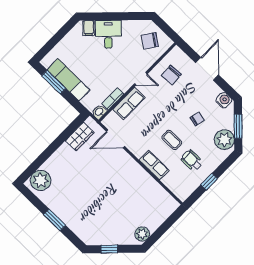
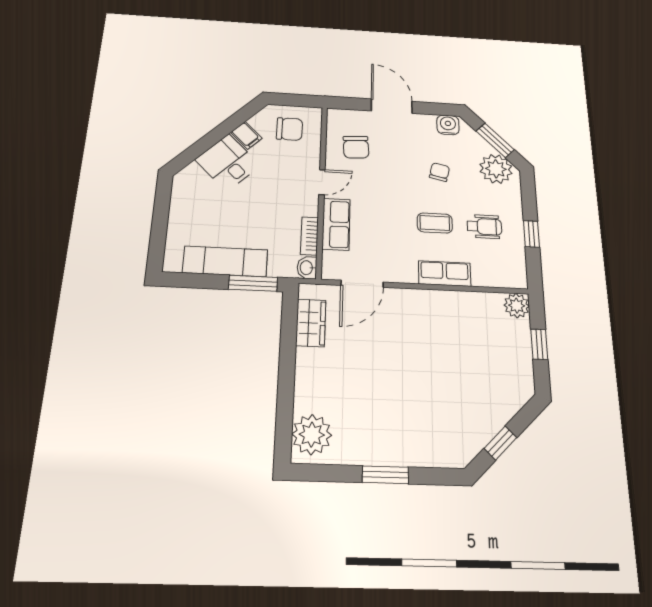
filing cabinet: (89, 28) -> (246, 135), moved
chair: (150, 41) -> (290, 129), turned -125
window: (54, 82) -> (253, 283), moved
wheelchair: (192, 160) -> (484, 227), turned 180
window: (164, 228) -> (539, 344), added
plant: (142, 234) -> (517, 306), moved

